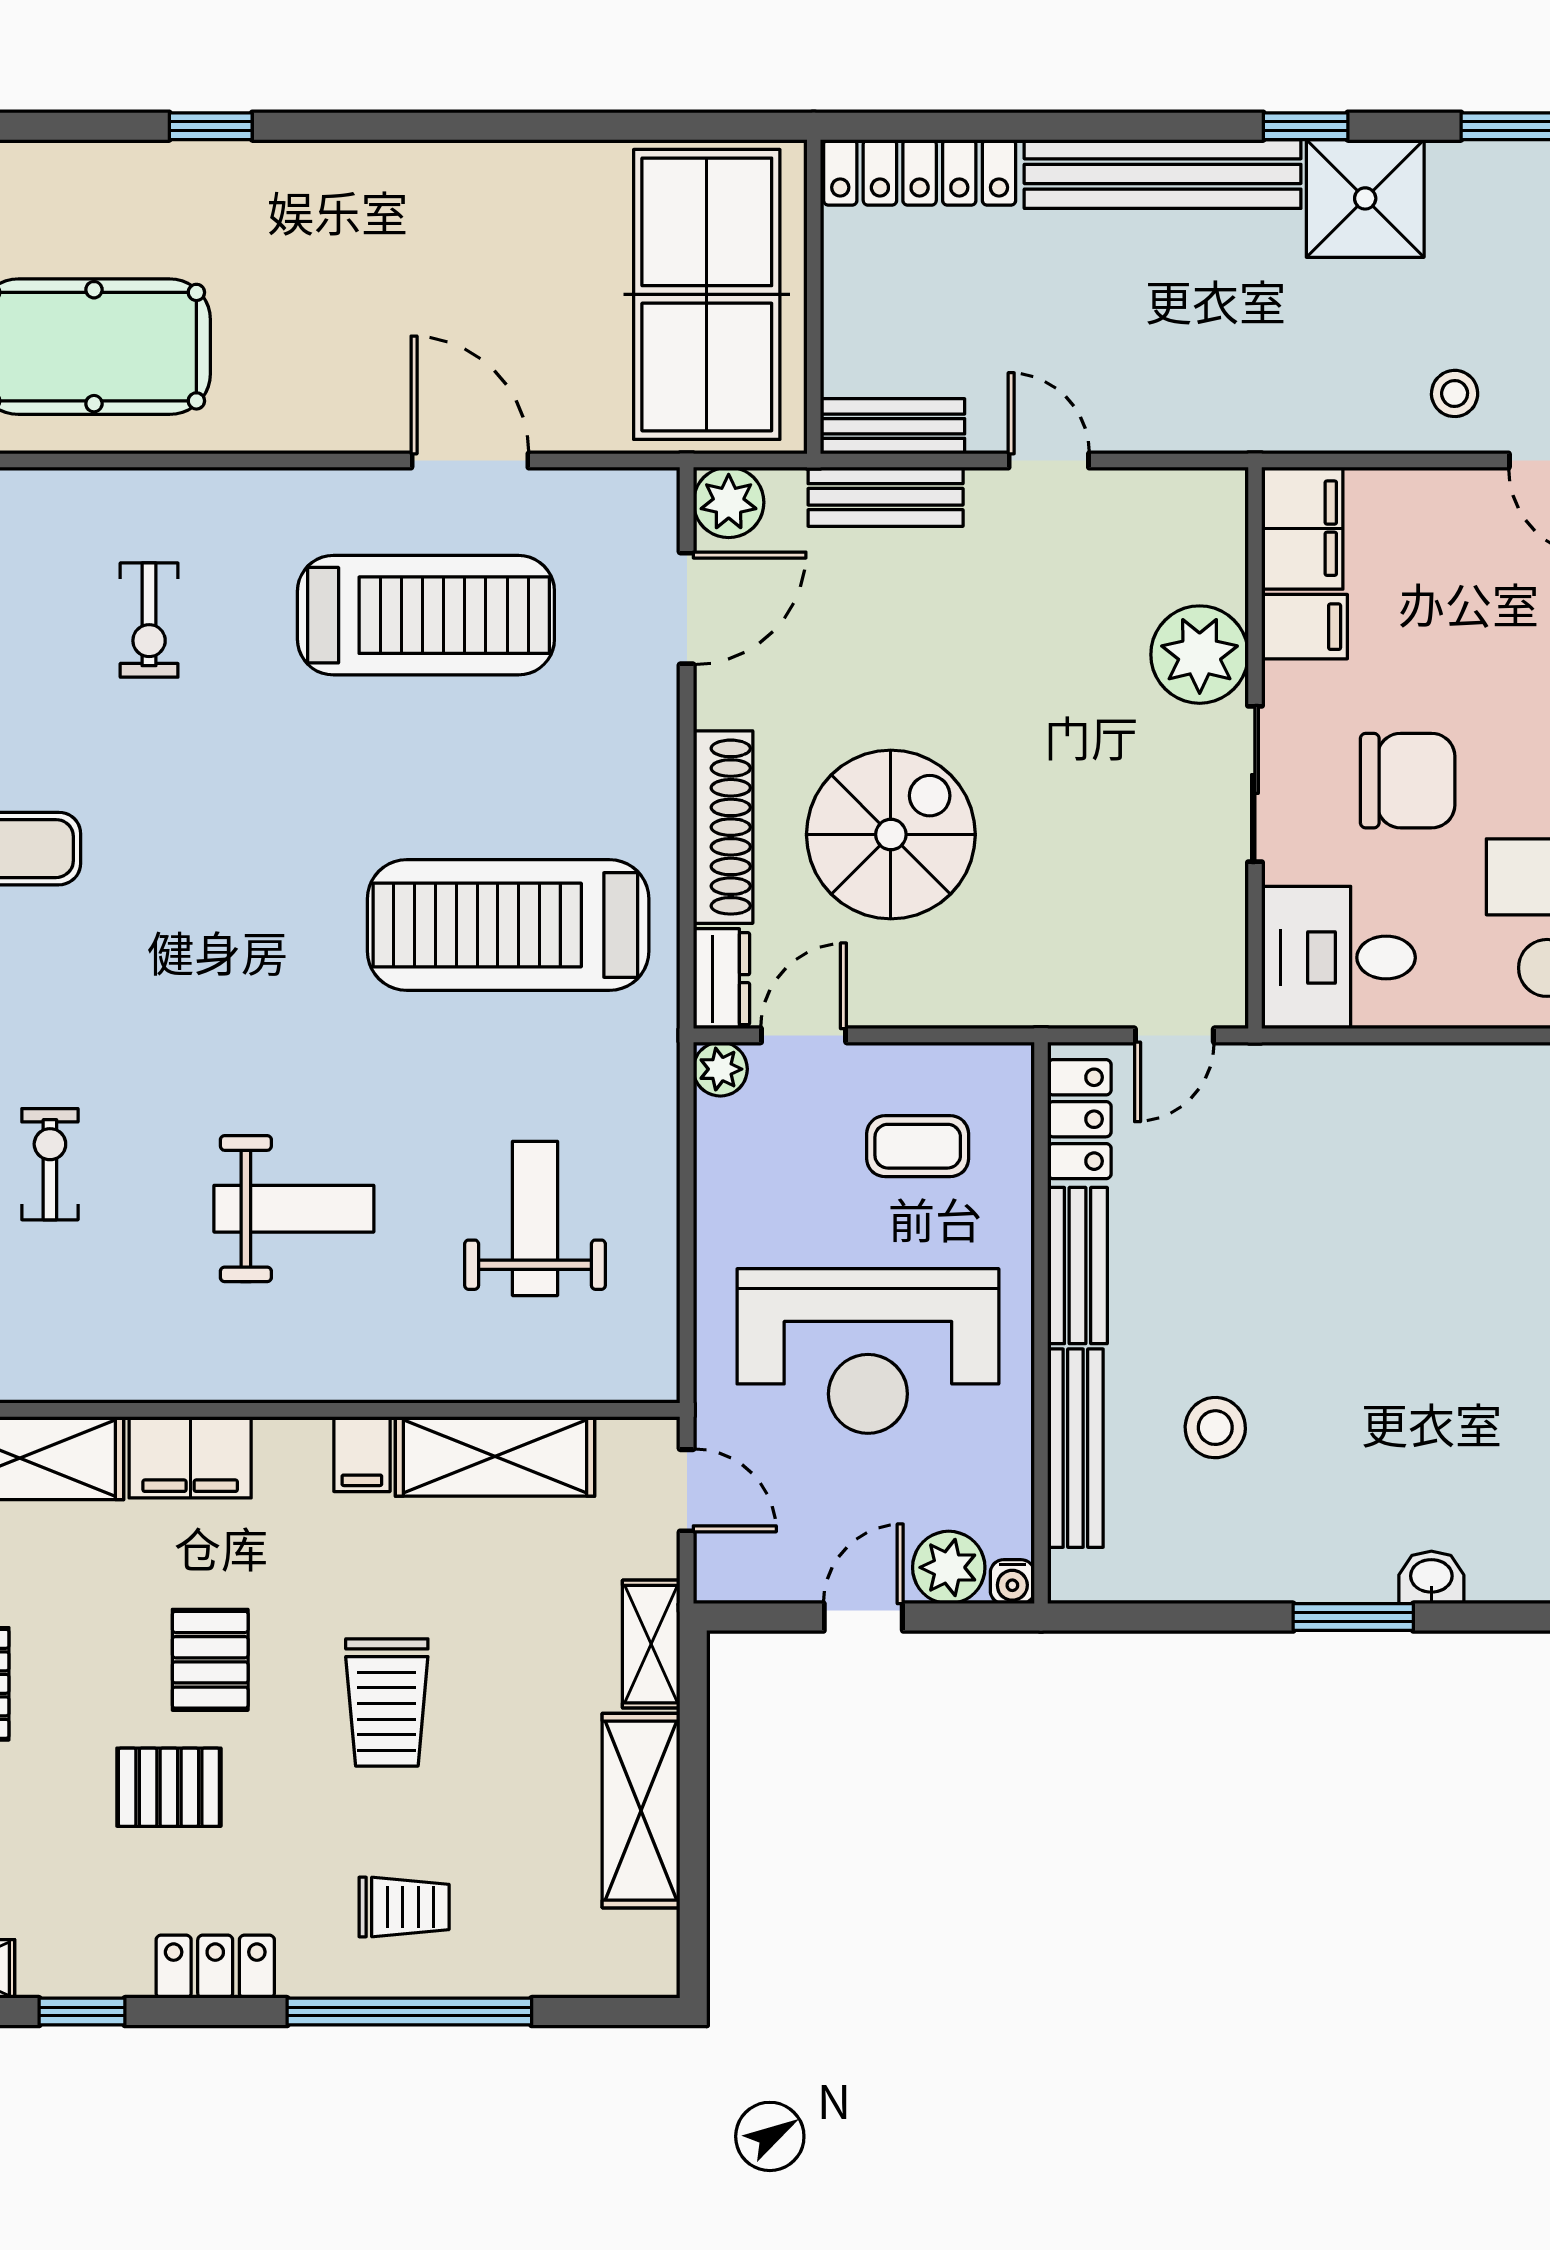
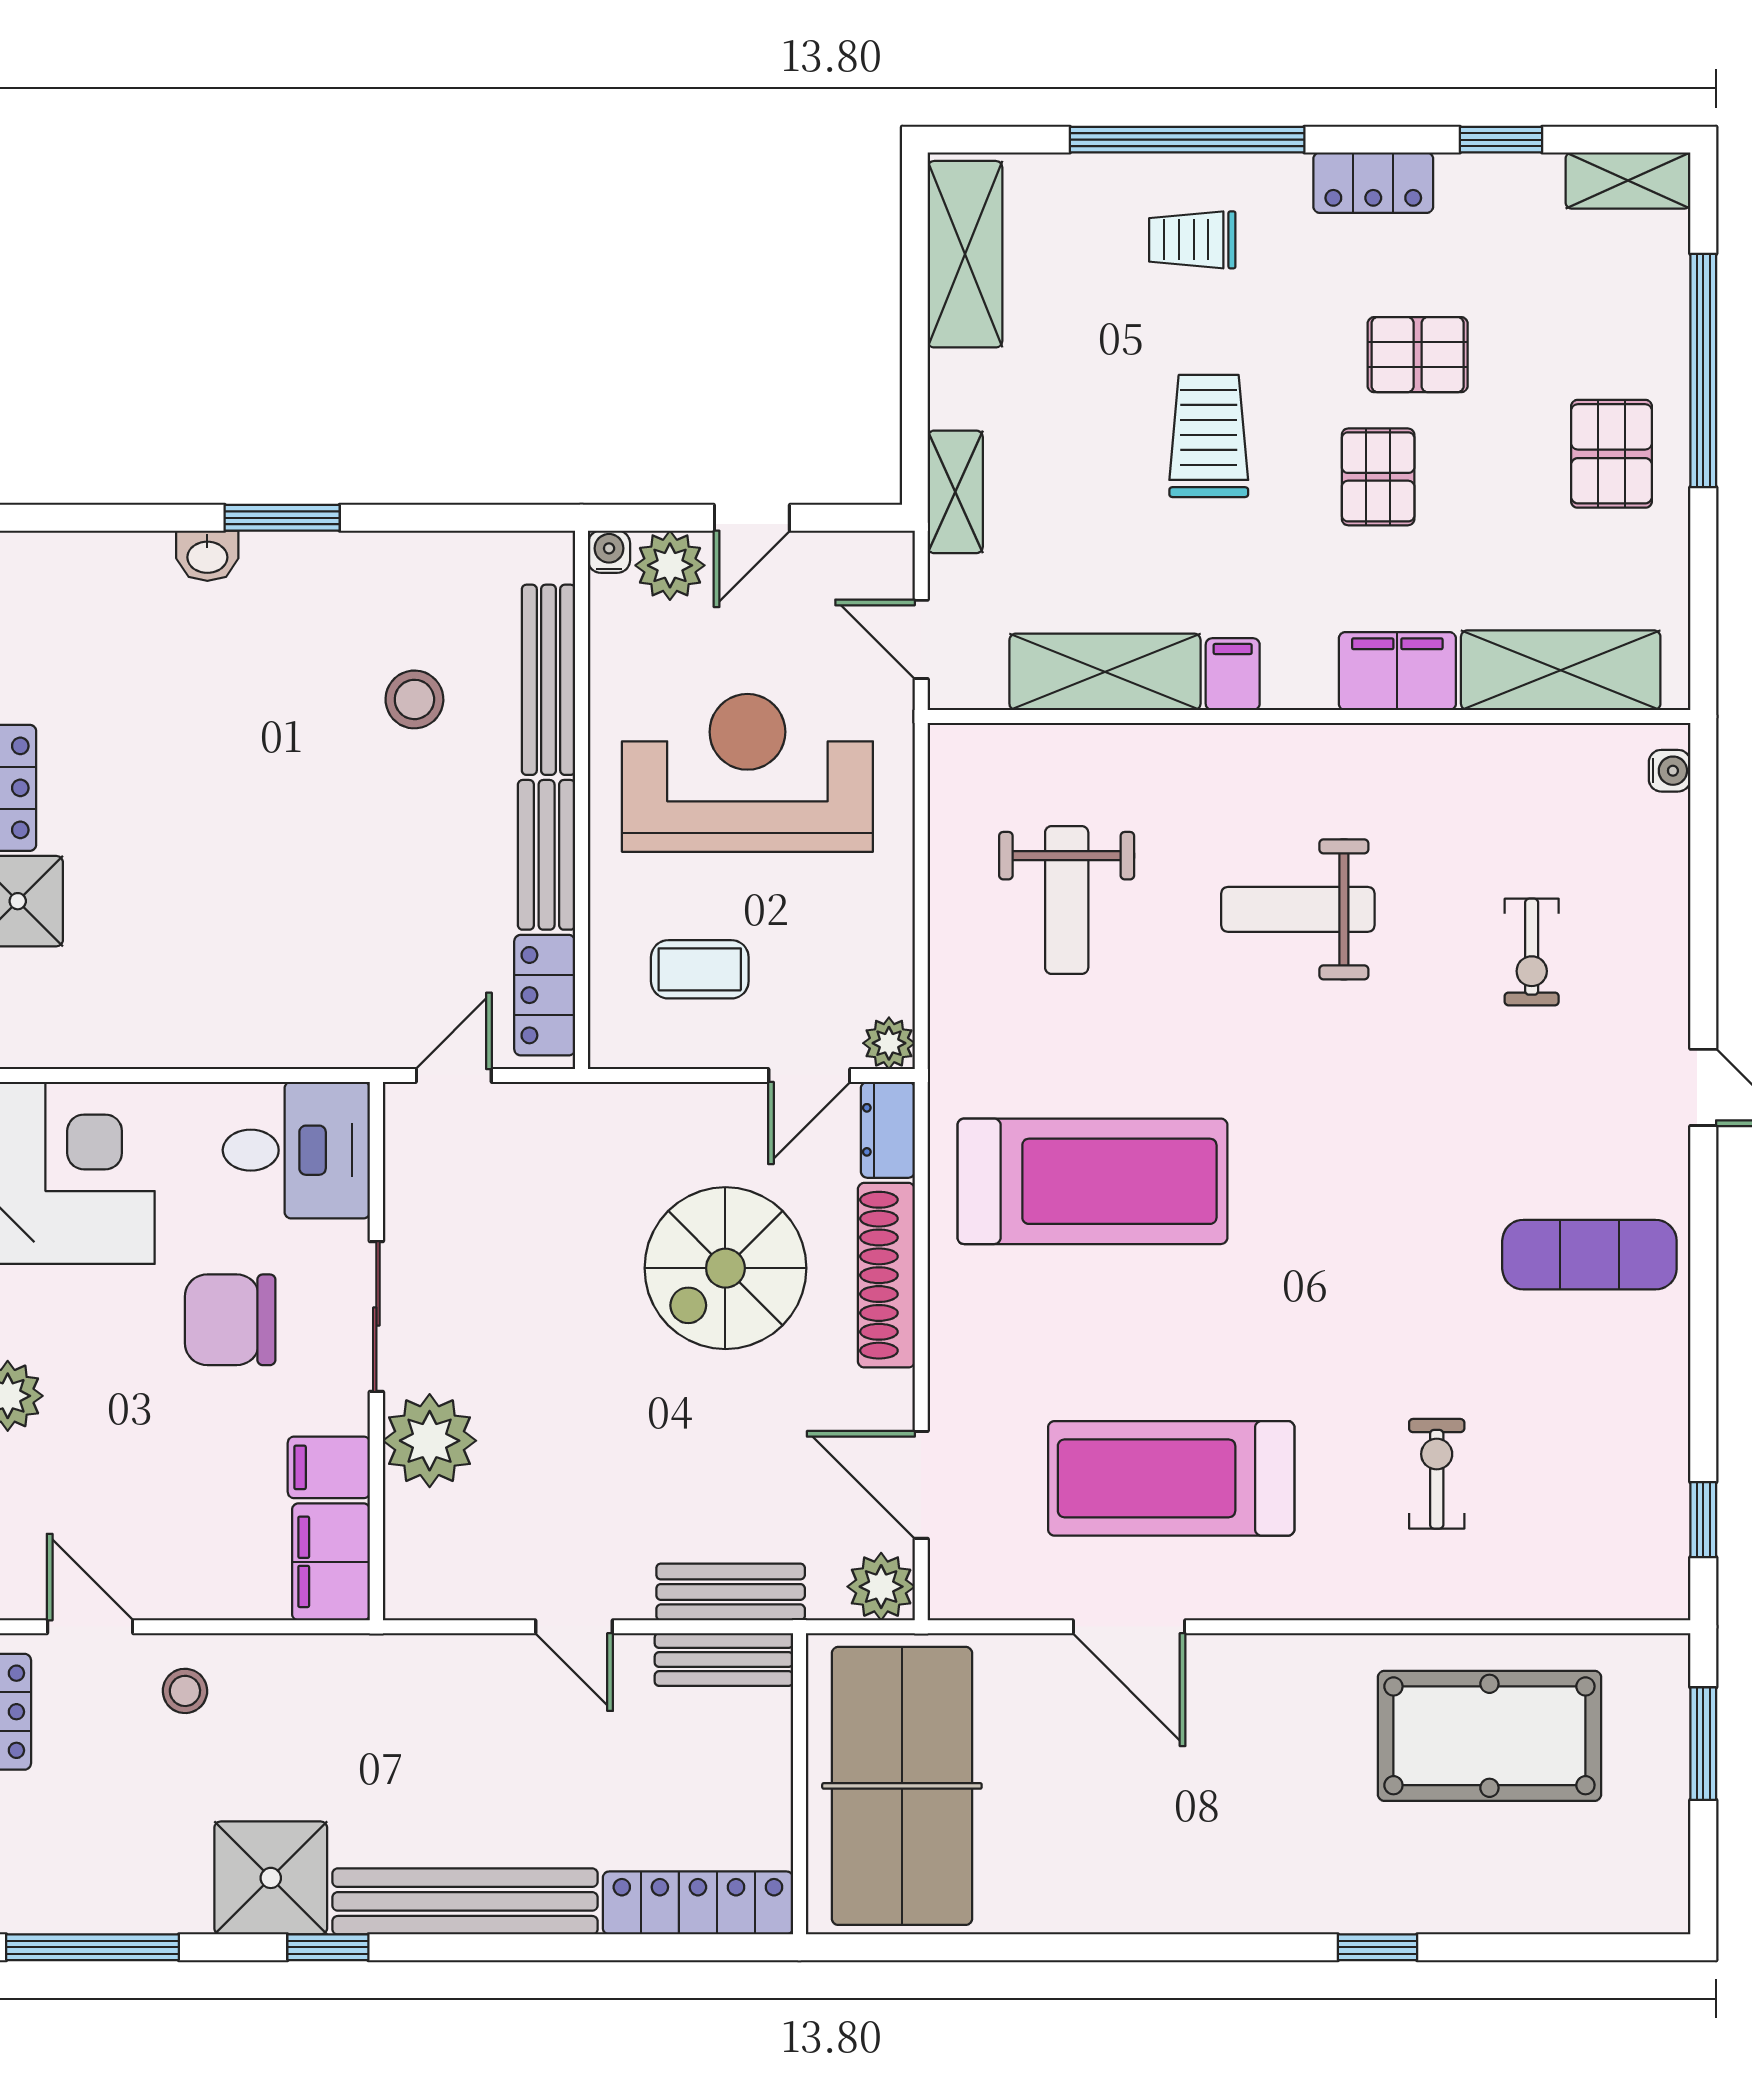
door: (687, 608) -> (921, 1485), hinge flipped
shelving: (641, 1811) -> (965, 254), moved

